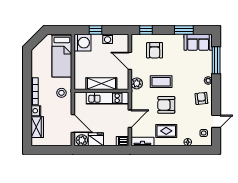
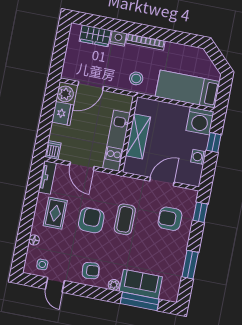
sofa: (198, 42) -> (141, 284), moved, turned 90
plant: (137, 83) -> (129, 185), removed

